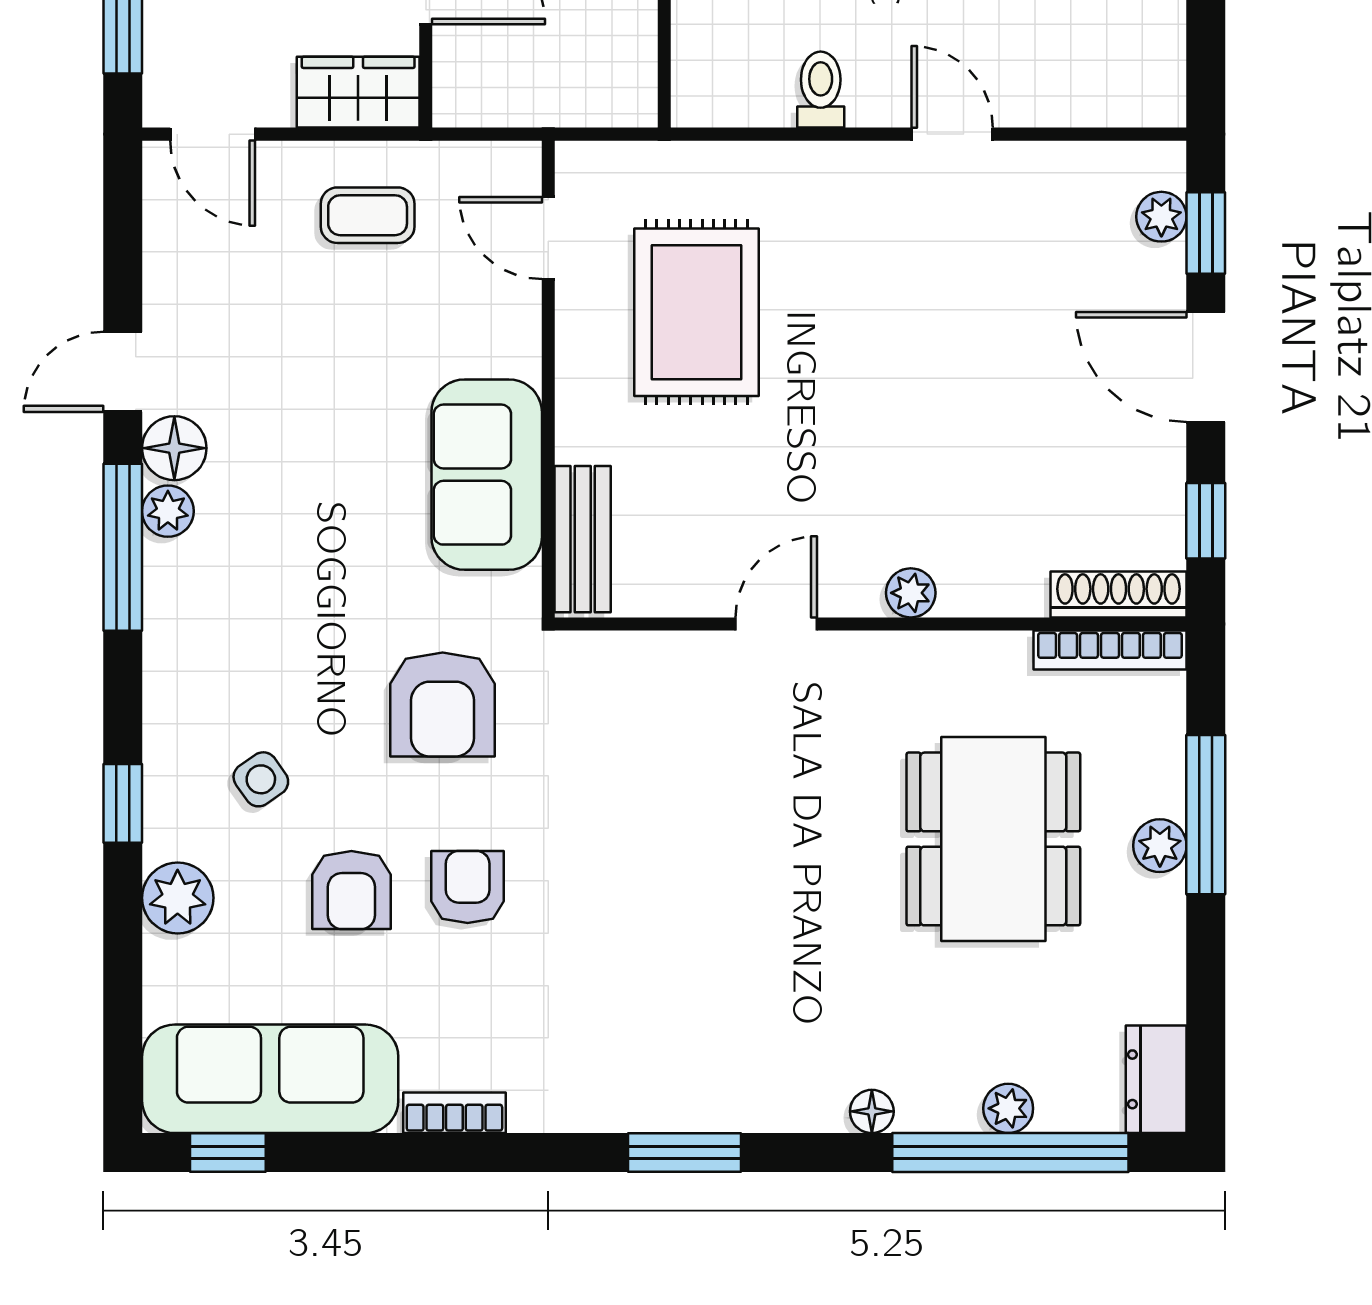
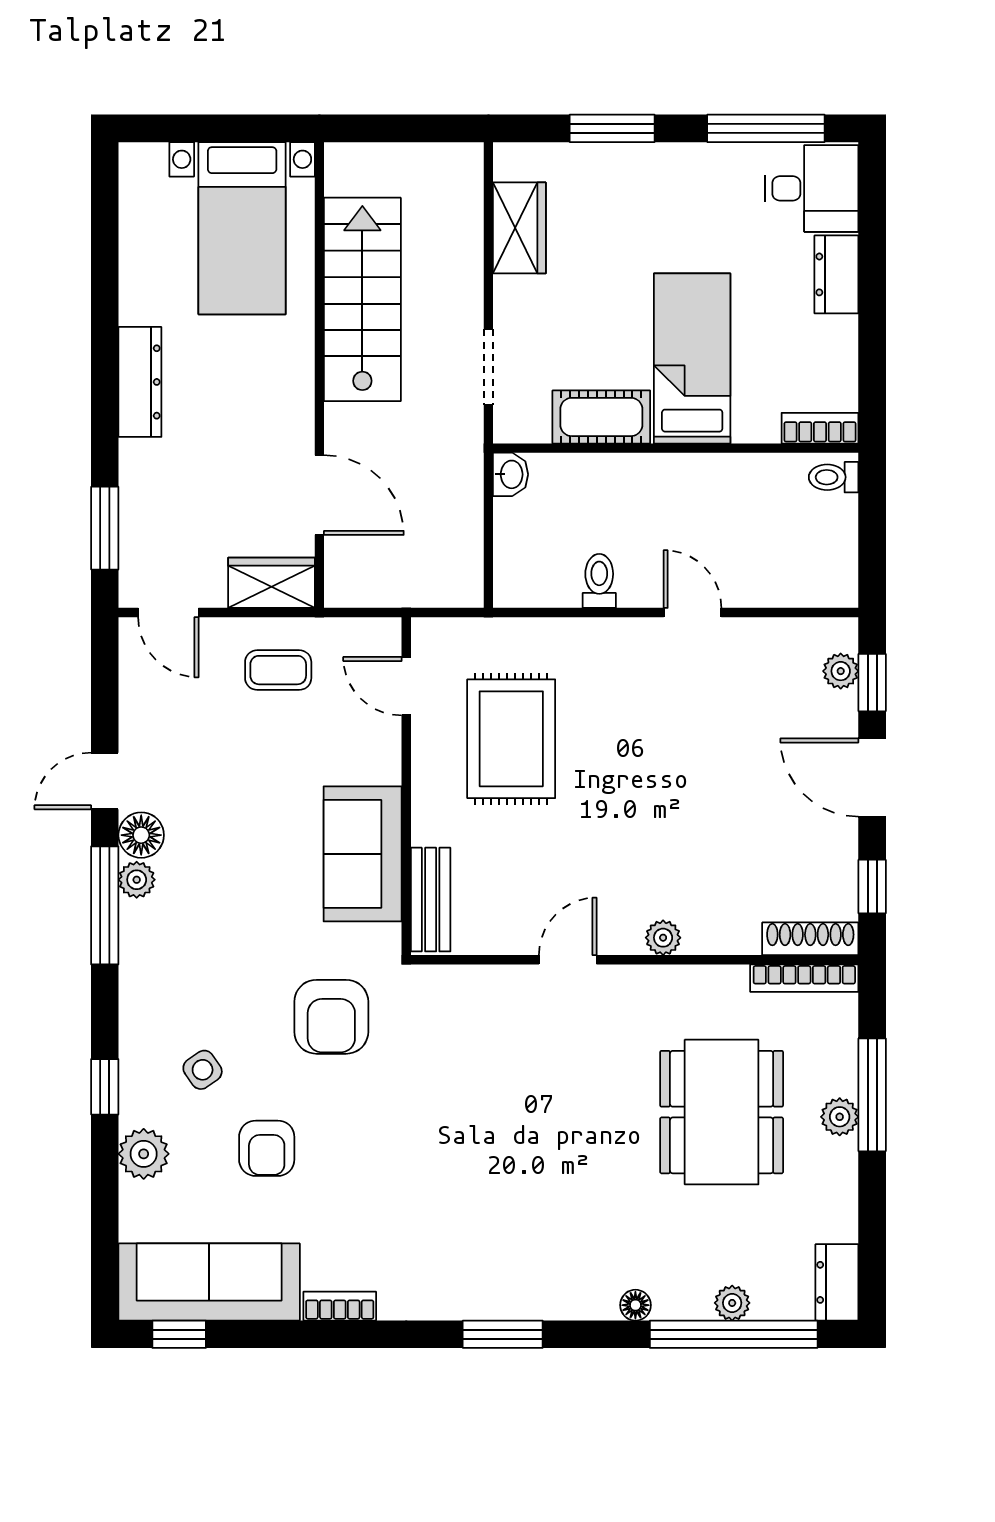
armchair: (468, 887) -> (349, 1146), removed

